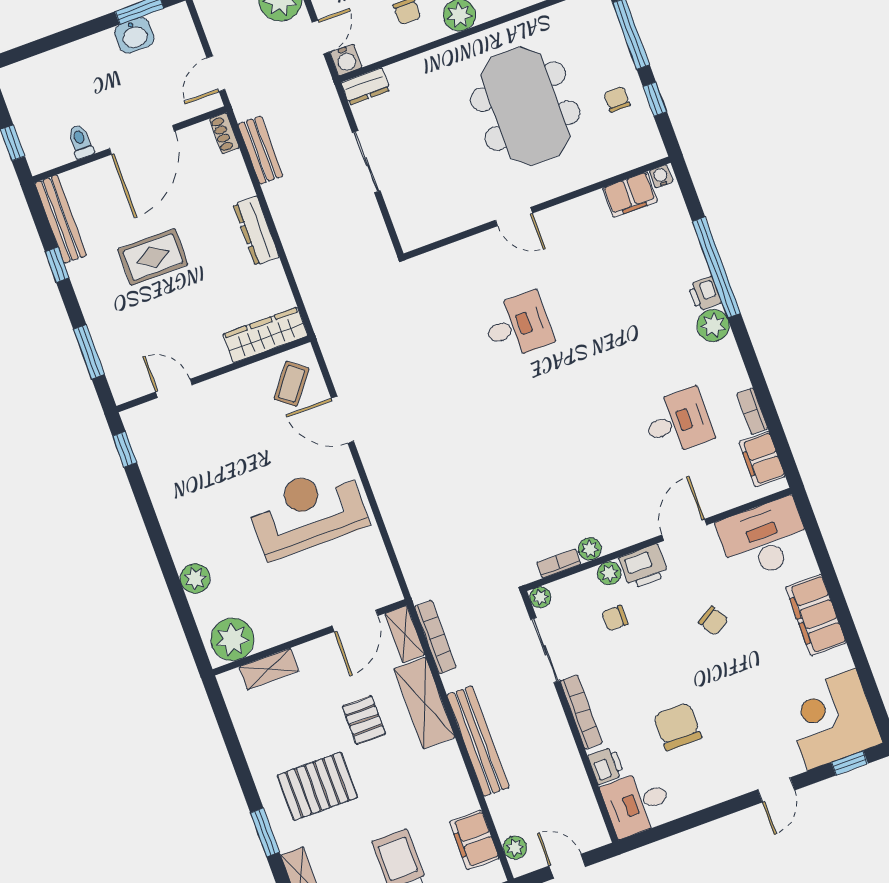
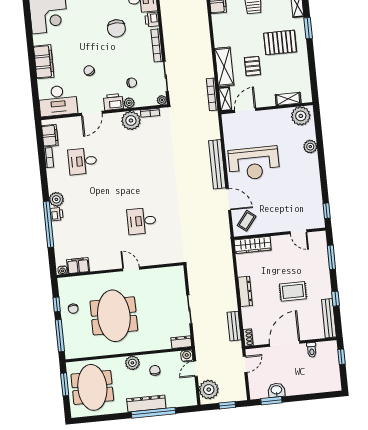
plant: (590, 549) -> (131, 121), width x1.87, depth x1.87
bench: (478, 741) -> (217, 164), moved

